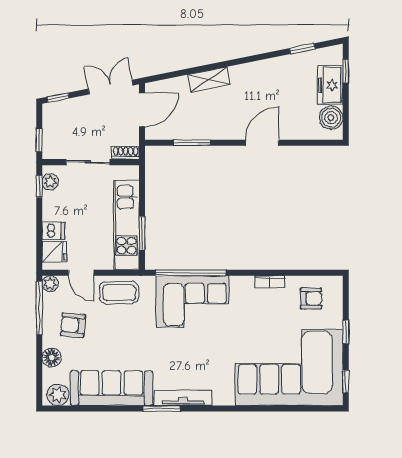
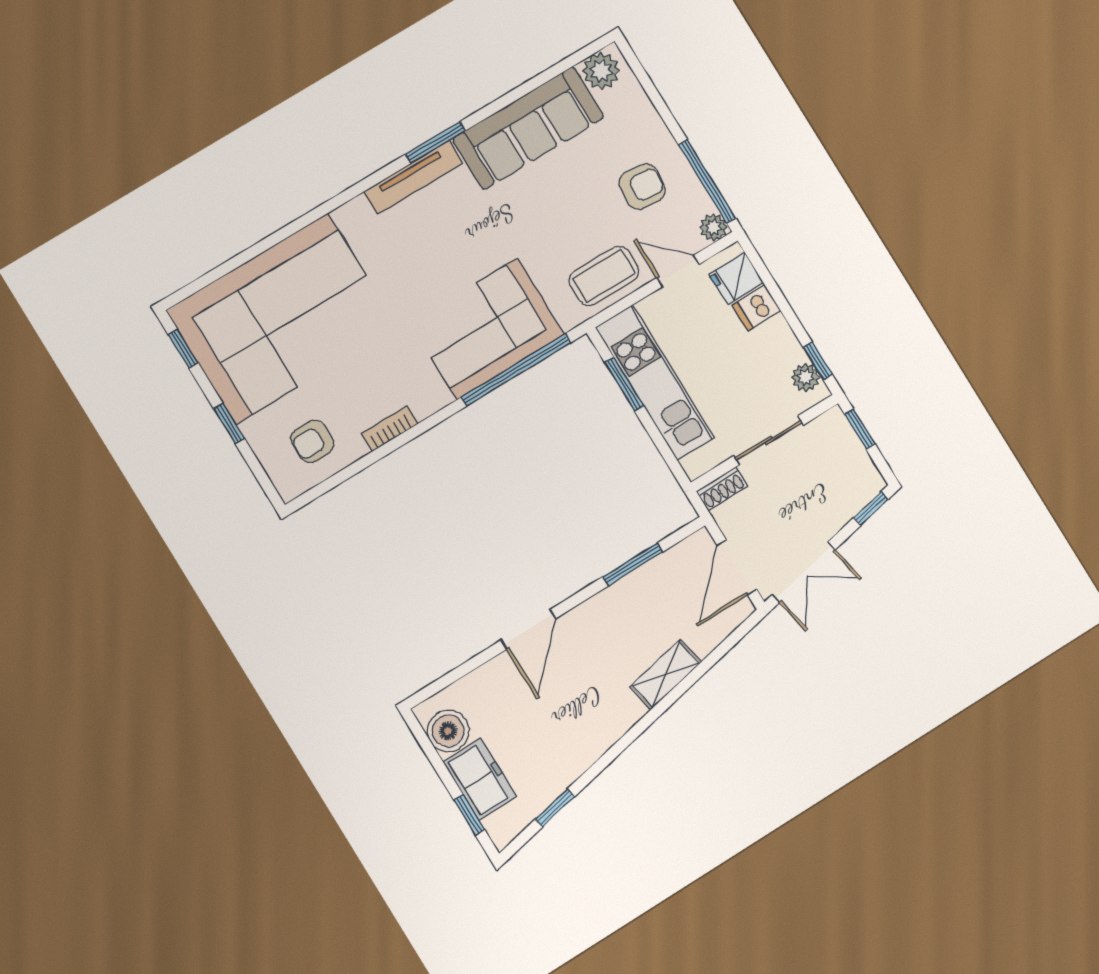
floor lamp: (52, 358) -> (644, 120), removed

